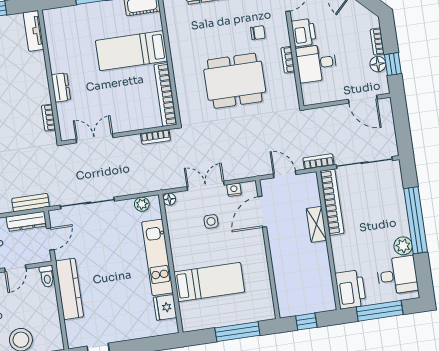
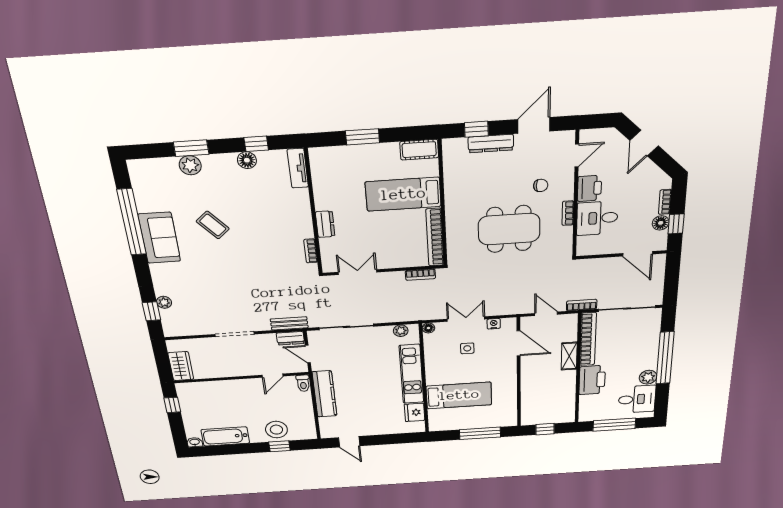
door: (262, 212) -> (518, 343), swing flipped
dresser: (26, 221) -> (290, 338), width x0.70
door: (50, 239) -> (308, 354), swing flipped
printer: (351, 289) -> (592, 380), moved

